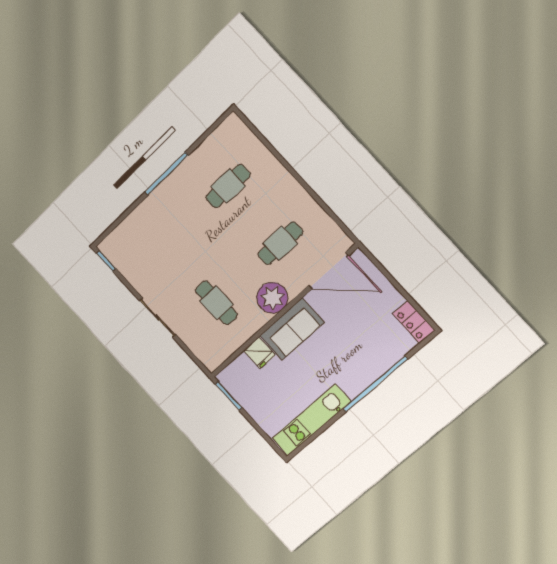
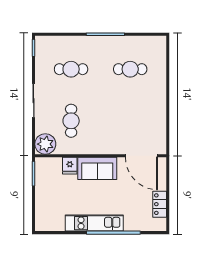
cafe table: (280, 243) -> (71, 69), moved
plant: (272, 298) -> (45, 144), moved
locker: (414, 322) -> (160, 204), moved
kitchen unit: (311, 420) -> (94, 223), moved

